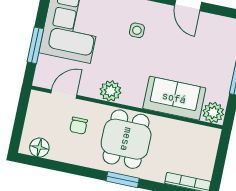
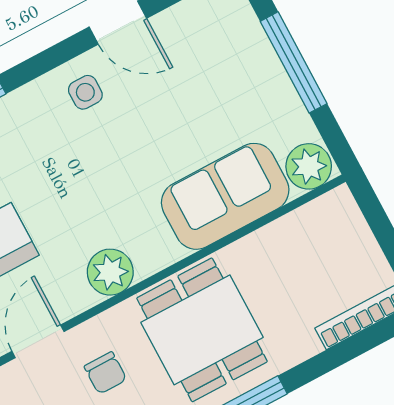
side table: (137, 30) -> (85, 92), moved

